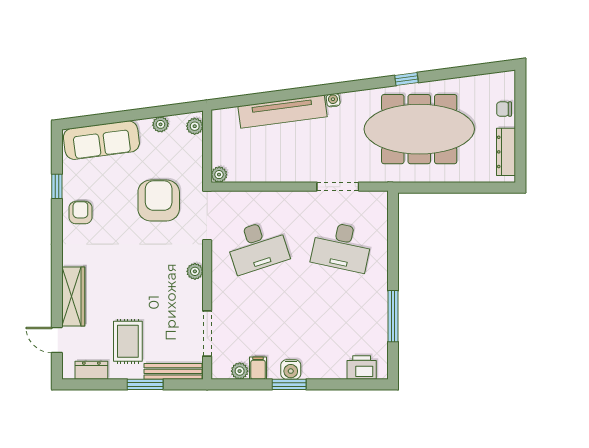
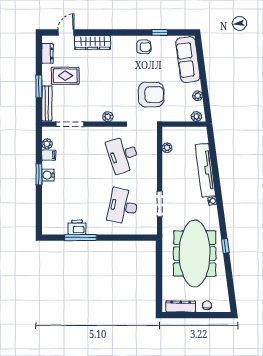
plant: (219, 175) -> (167, 148), moved
printer: (362, 368) -> (77, 227), moved, turned -90

